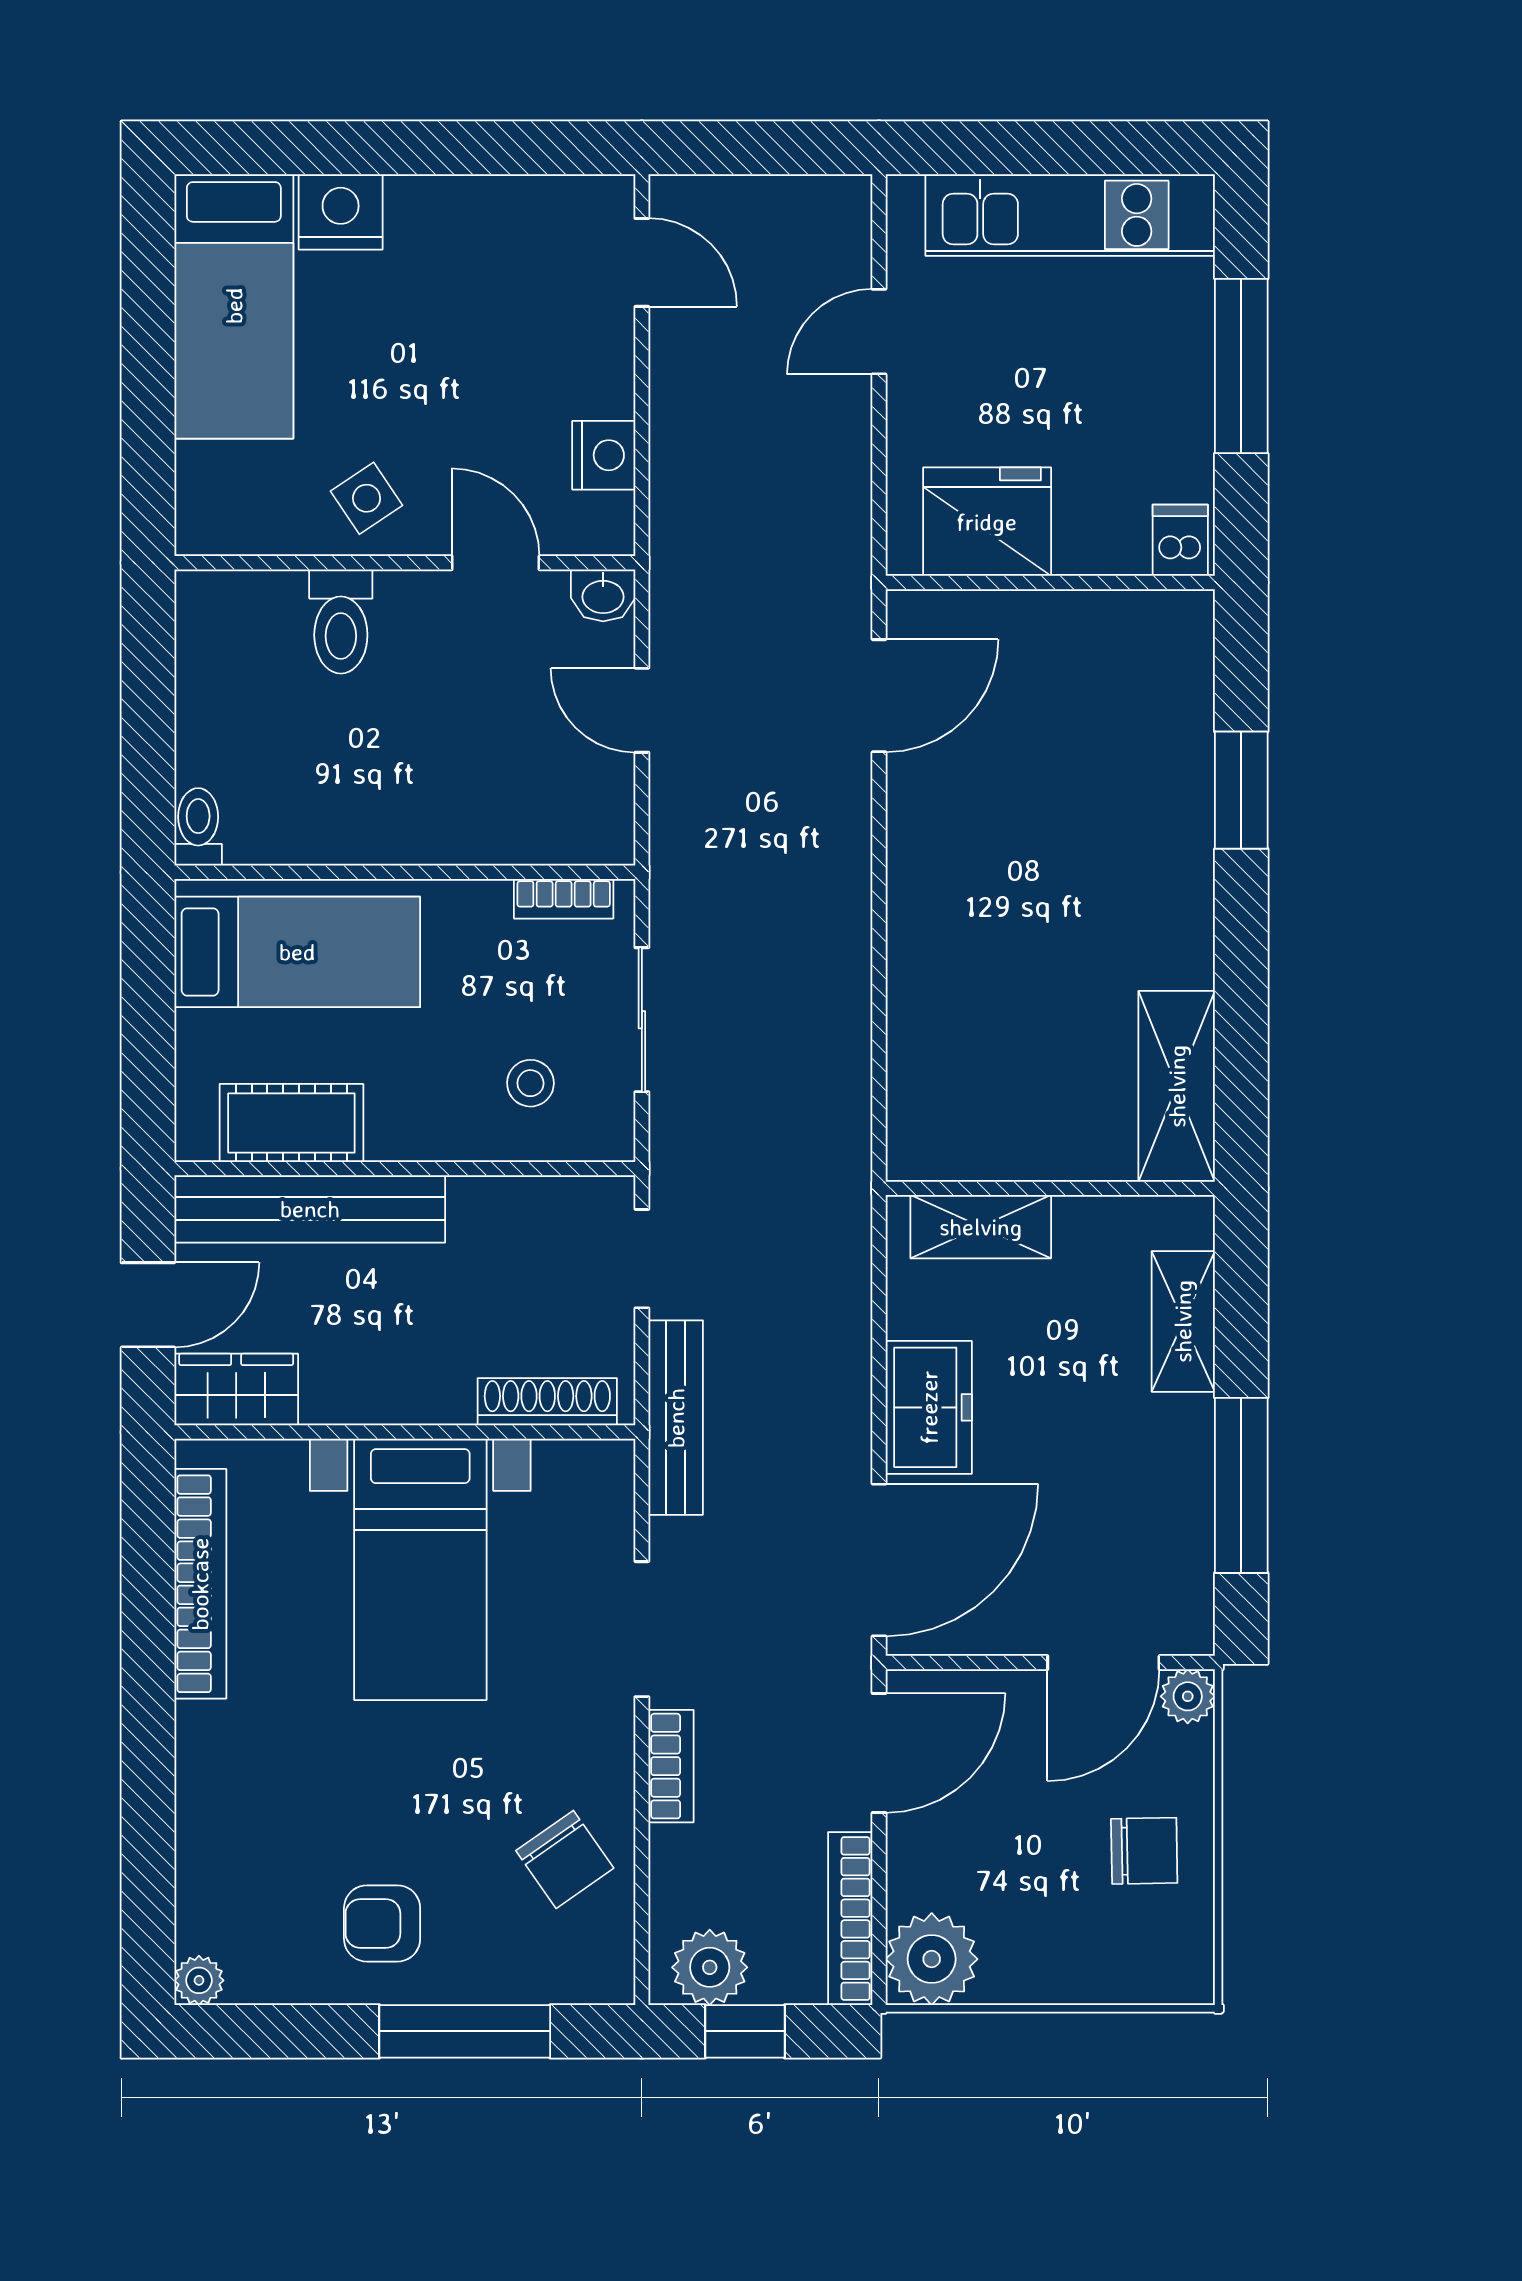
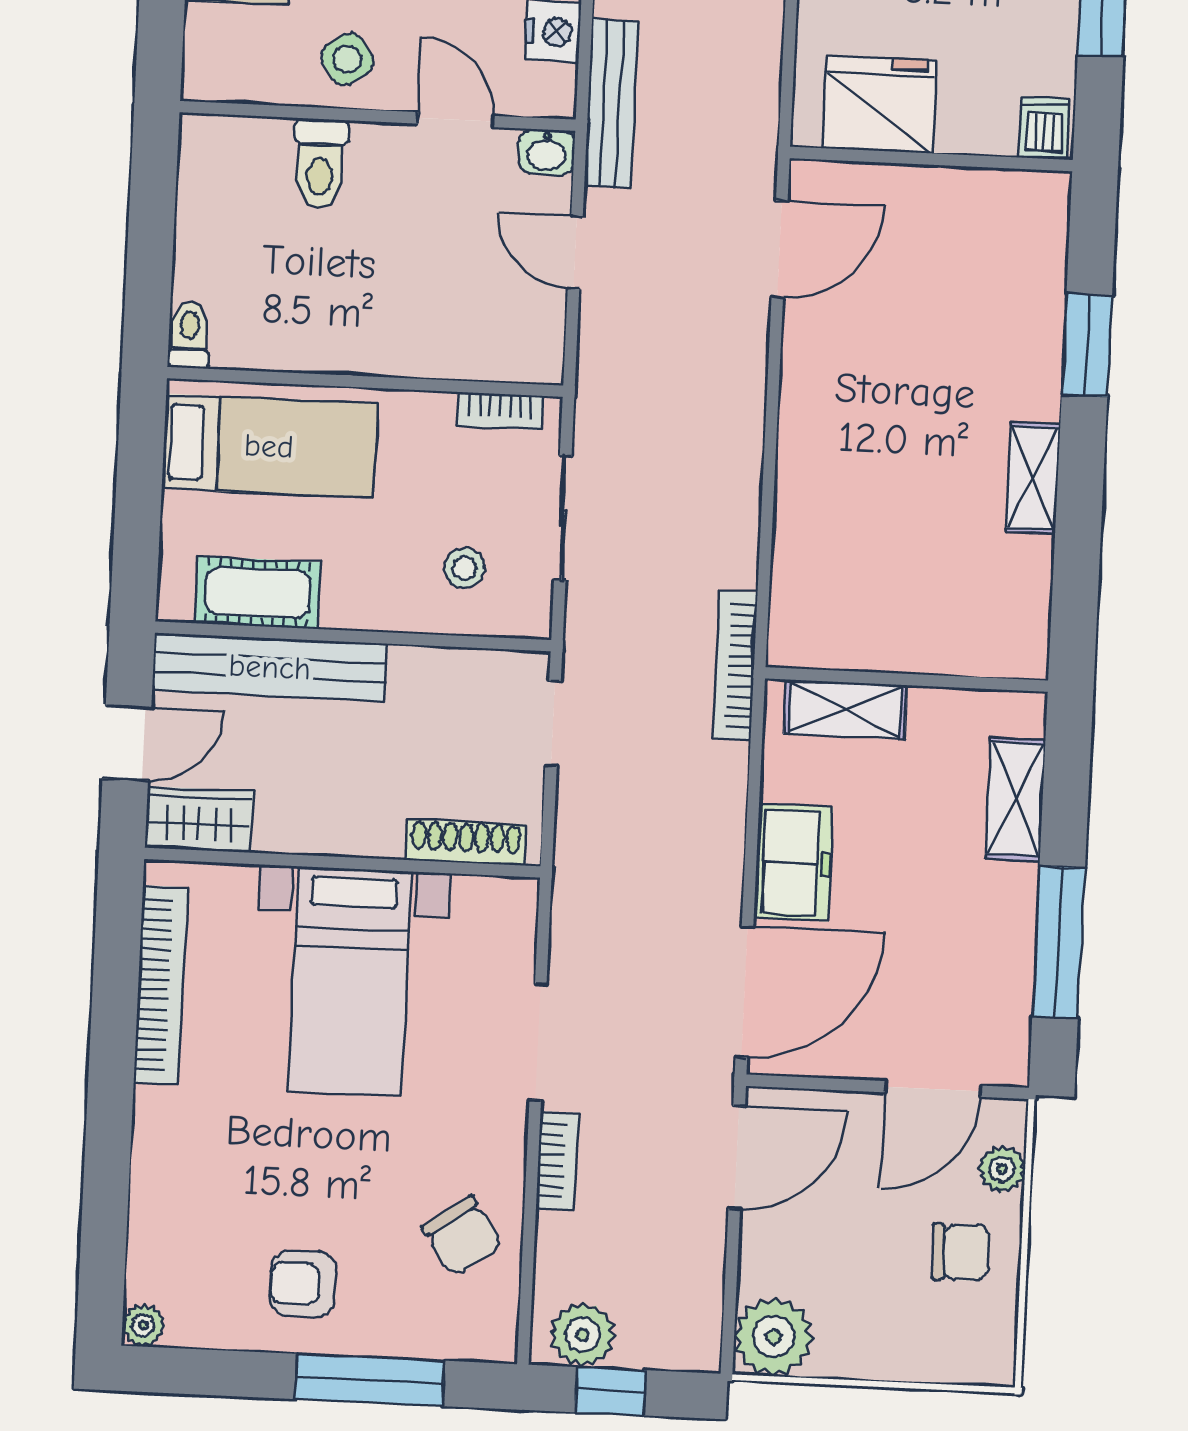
shelving: (1177, 1086) -> (1033, 478), moved, width x0.67, depth x0.75
bench: (676, 1418) -> (611, 104), moved
plant: (1188, 1696) -> (1002, 1169), moved
bookcase: (850, 1919) -> (735, 666), moved

